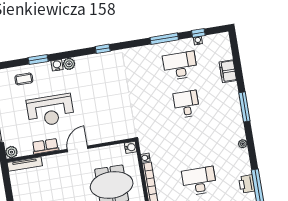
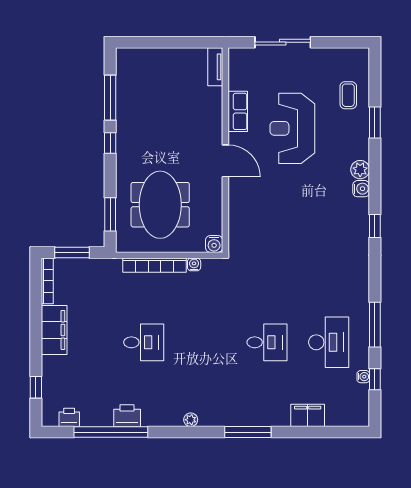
water cooler: (57, 65) -> (361, 189), moved
plant: (11, 152) -> (237, 57), removed
tv unit: (25, 164) -> (215, 67), width x0.71
desk: (199, 181) -> (144, 342), width x0.73

